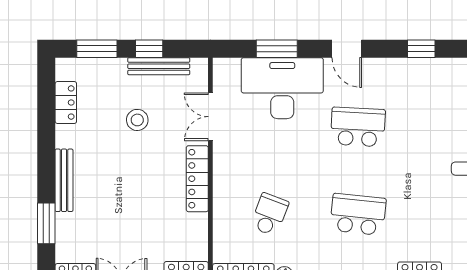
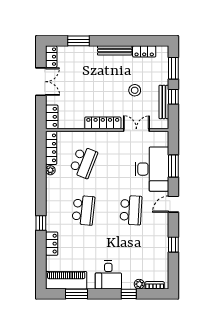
bench: (64, 180) -> (115, 50), moved
school desk: (269, 214) -> (83, 162), width x1.85

